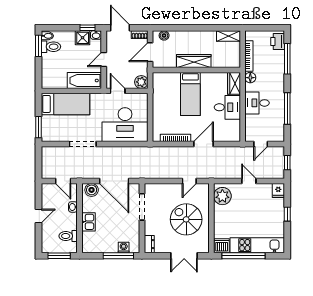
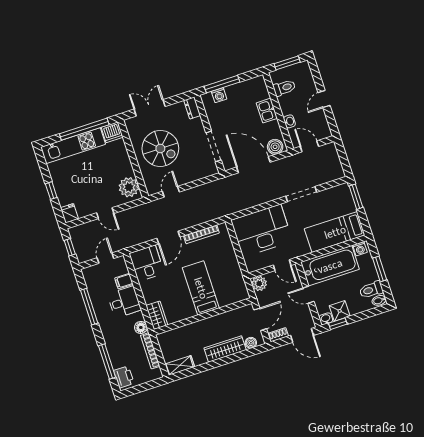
window: (38, 46) -> (380, 269), moved
door: (104, 60) -> (308, 295), swing flipped
wardrobe: (194, 61) -> (225, 349), moved, turned 180
bathtub: (84, 80) -> (330, 266), width x1.36, depth x1.36
washing machine: (49, 83) -> (360, 249), added
desk: (227, 107) -> (147, 263), moved, turned 90
filing cabinet: (252, 120) -> (124, 281), added

